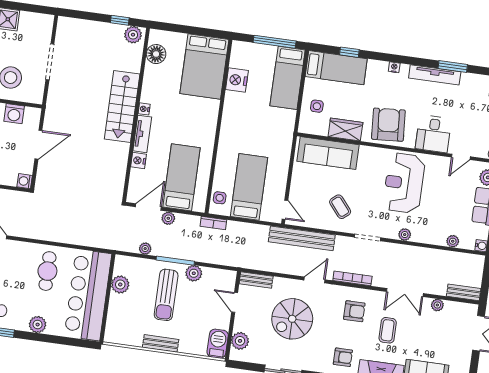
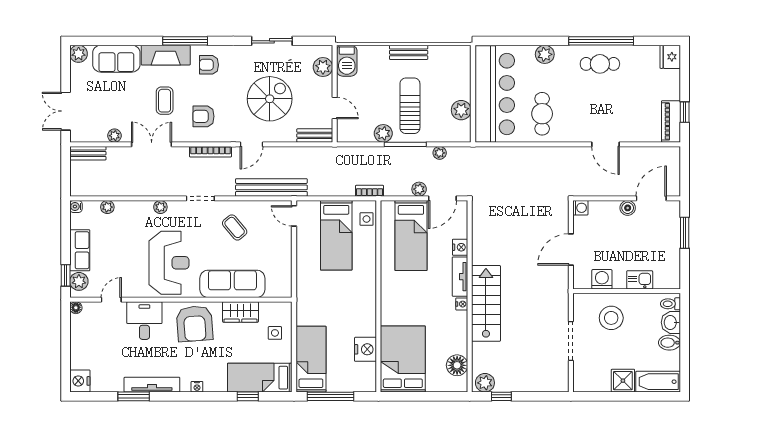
sofa: (328, 153) -> (232, 284), moved

